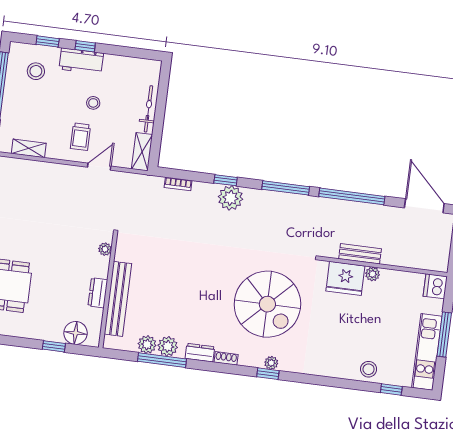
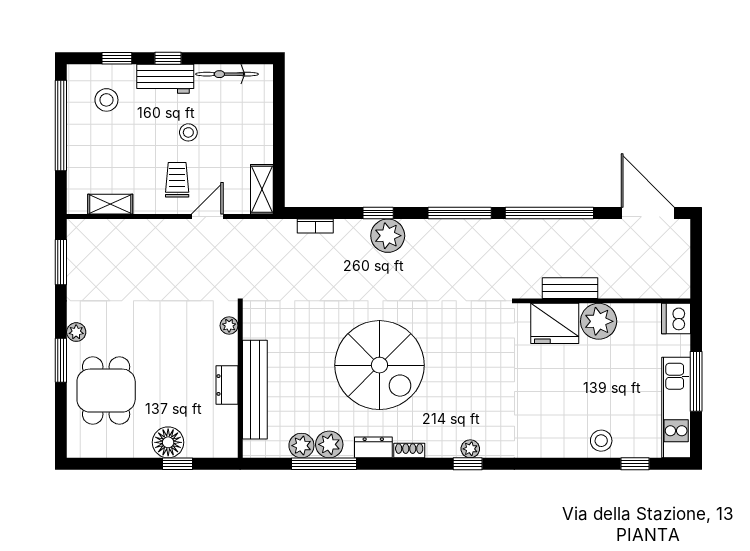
bicycle: (148, 109) -> (227, 74), moved, turned -90
trolley: (80, 137) -> (177, 180), turned 180
plant: (373, 274) -> (599, 321), width x1.87, depth x1.87
spiral stairs: (267, 304) -> (379, 365), moved
floor lamp: (76, 333) -> (168, 442), moved

